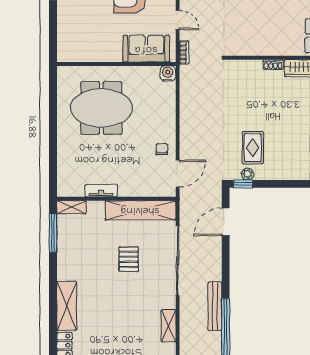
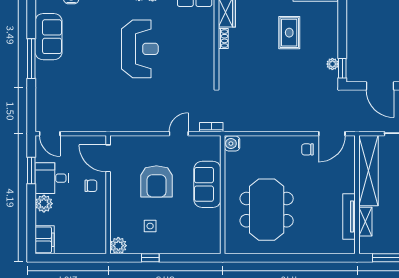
sofa: (146, 49) -> (207, 184), moved
rug: (253, 148) -> (289, 33), moved, turned 90
door: (178, 174) -> (332, 134), swing flipped
tv unit: (101, 191) -> (349, 216), width x1.41
shelving: (71, 207) -> (365, 222), moved

